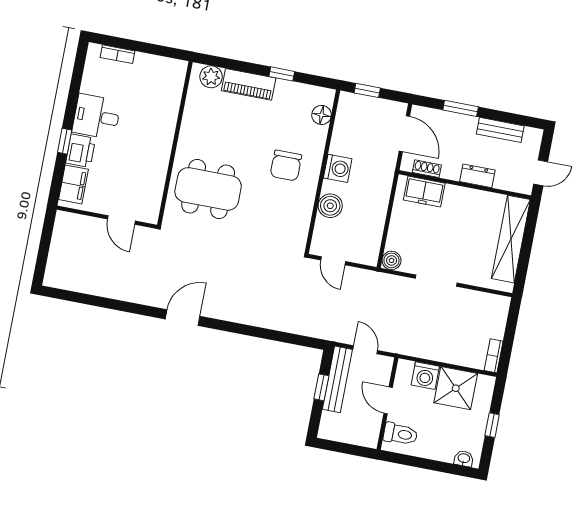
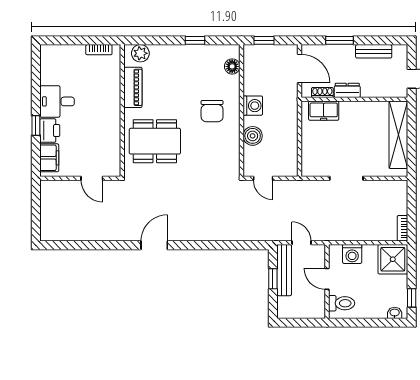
bookcase: (117, 54) -> (99, 50), moved
piano: (249, 84) -> (133, 87), moved, turned -90
dresser: (477, 176) -> (347, 90), moved
boiler: (392, 260) -> (309, 169), removed
shower: (456, 388) -> (393, 259), moved
window: (492, 425) -> (412, 298), moved

